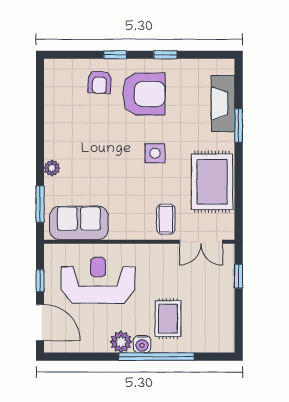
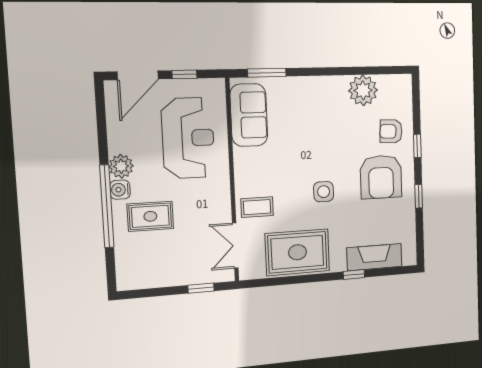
window: (239, 126) -> (354, 275), width x0.67
plant: (52, 168) -> (363, 90), moved, width x1.88, depth x1.88

